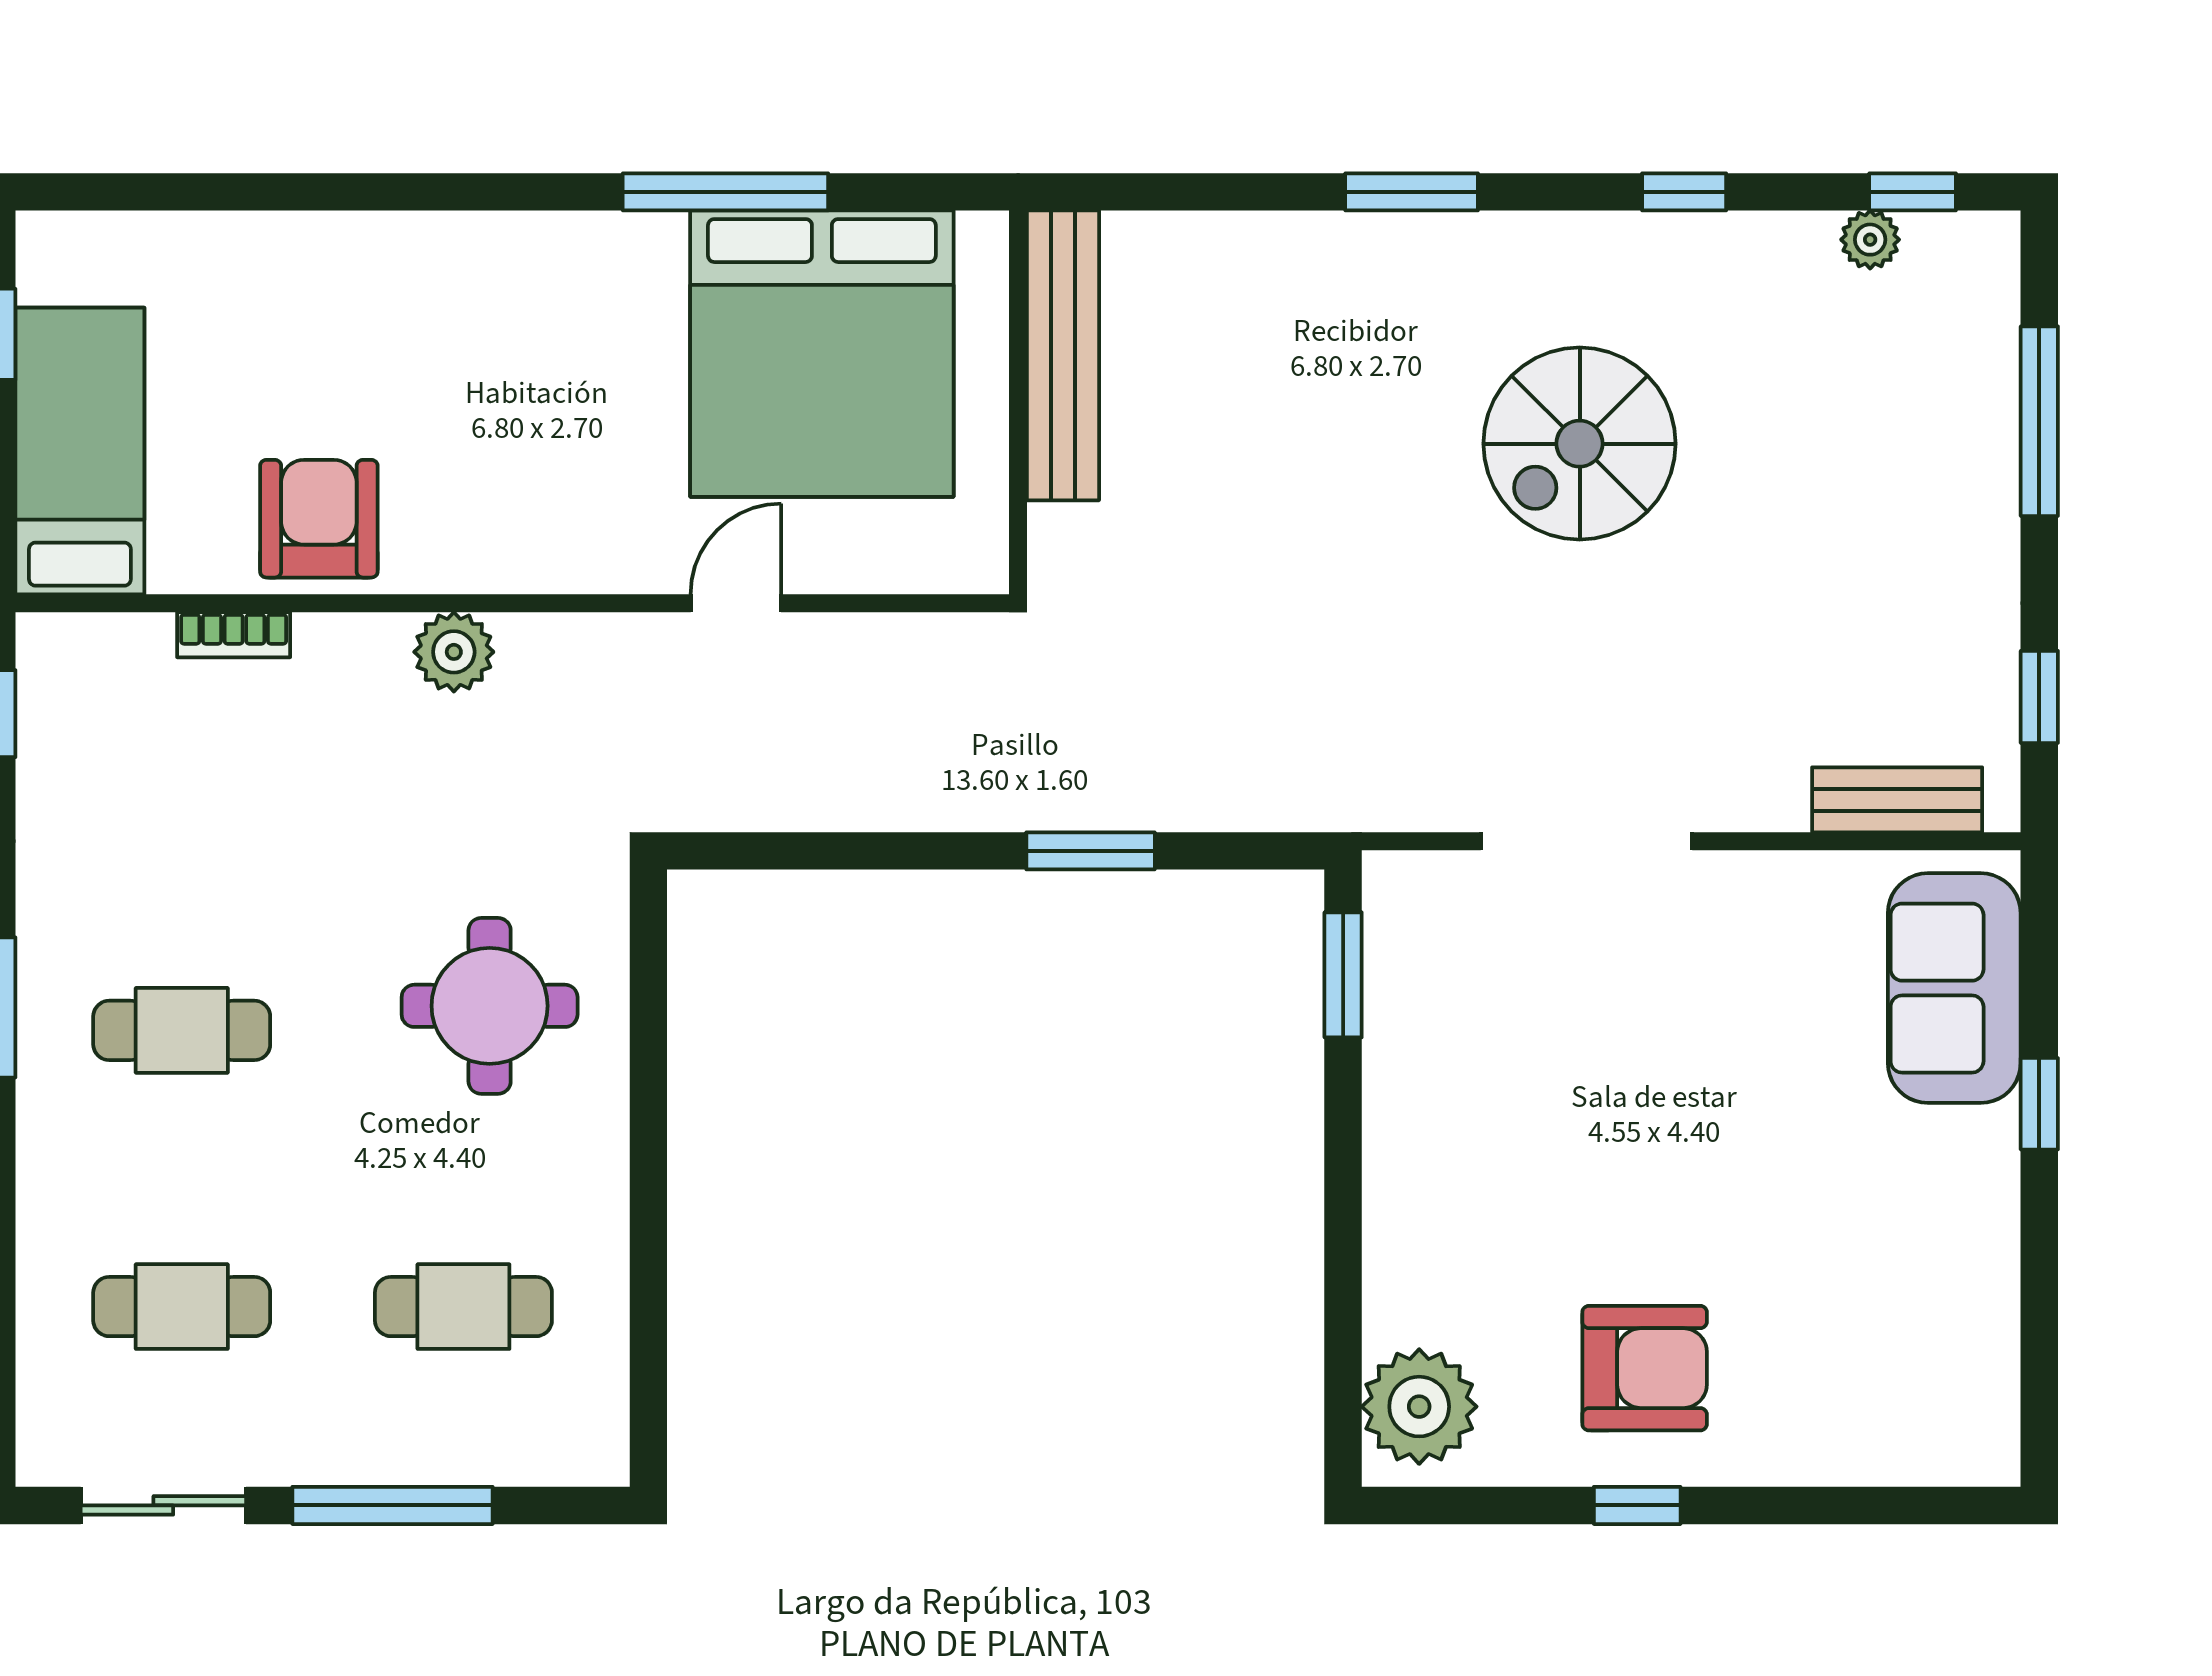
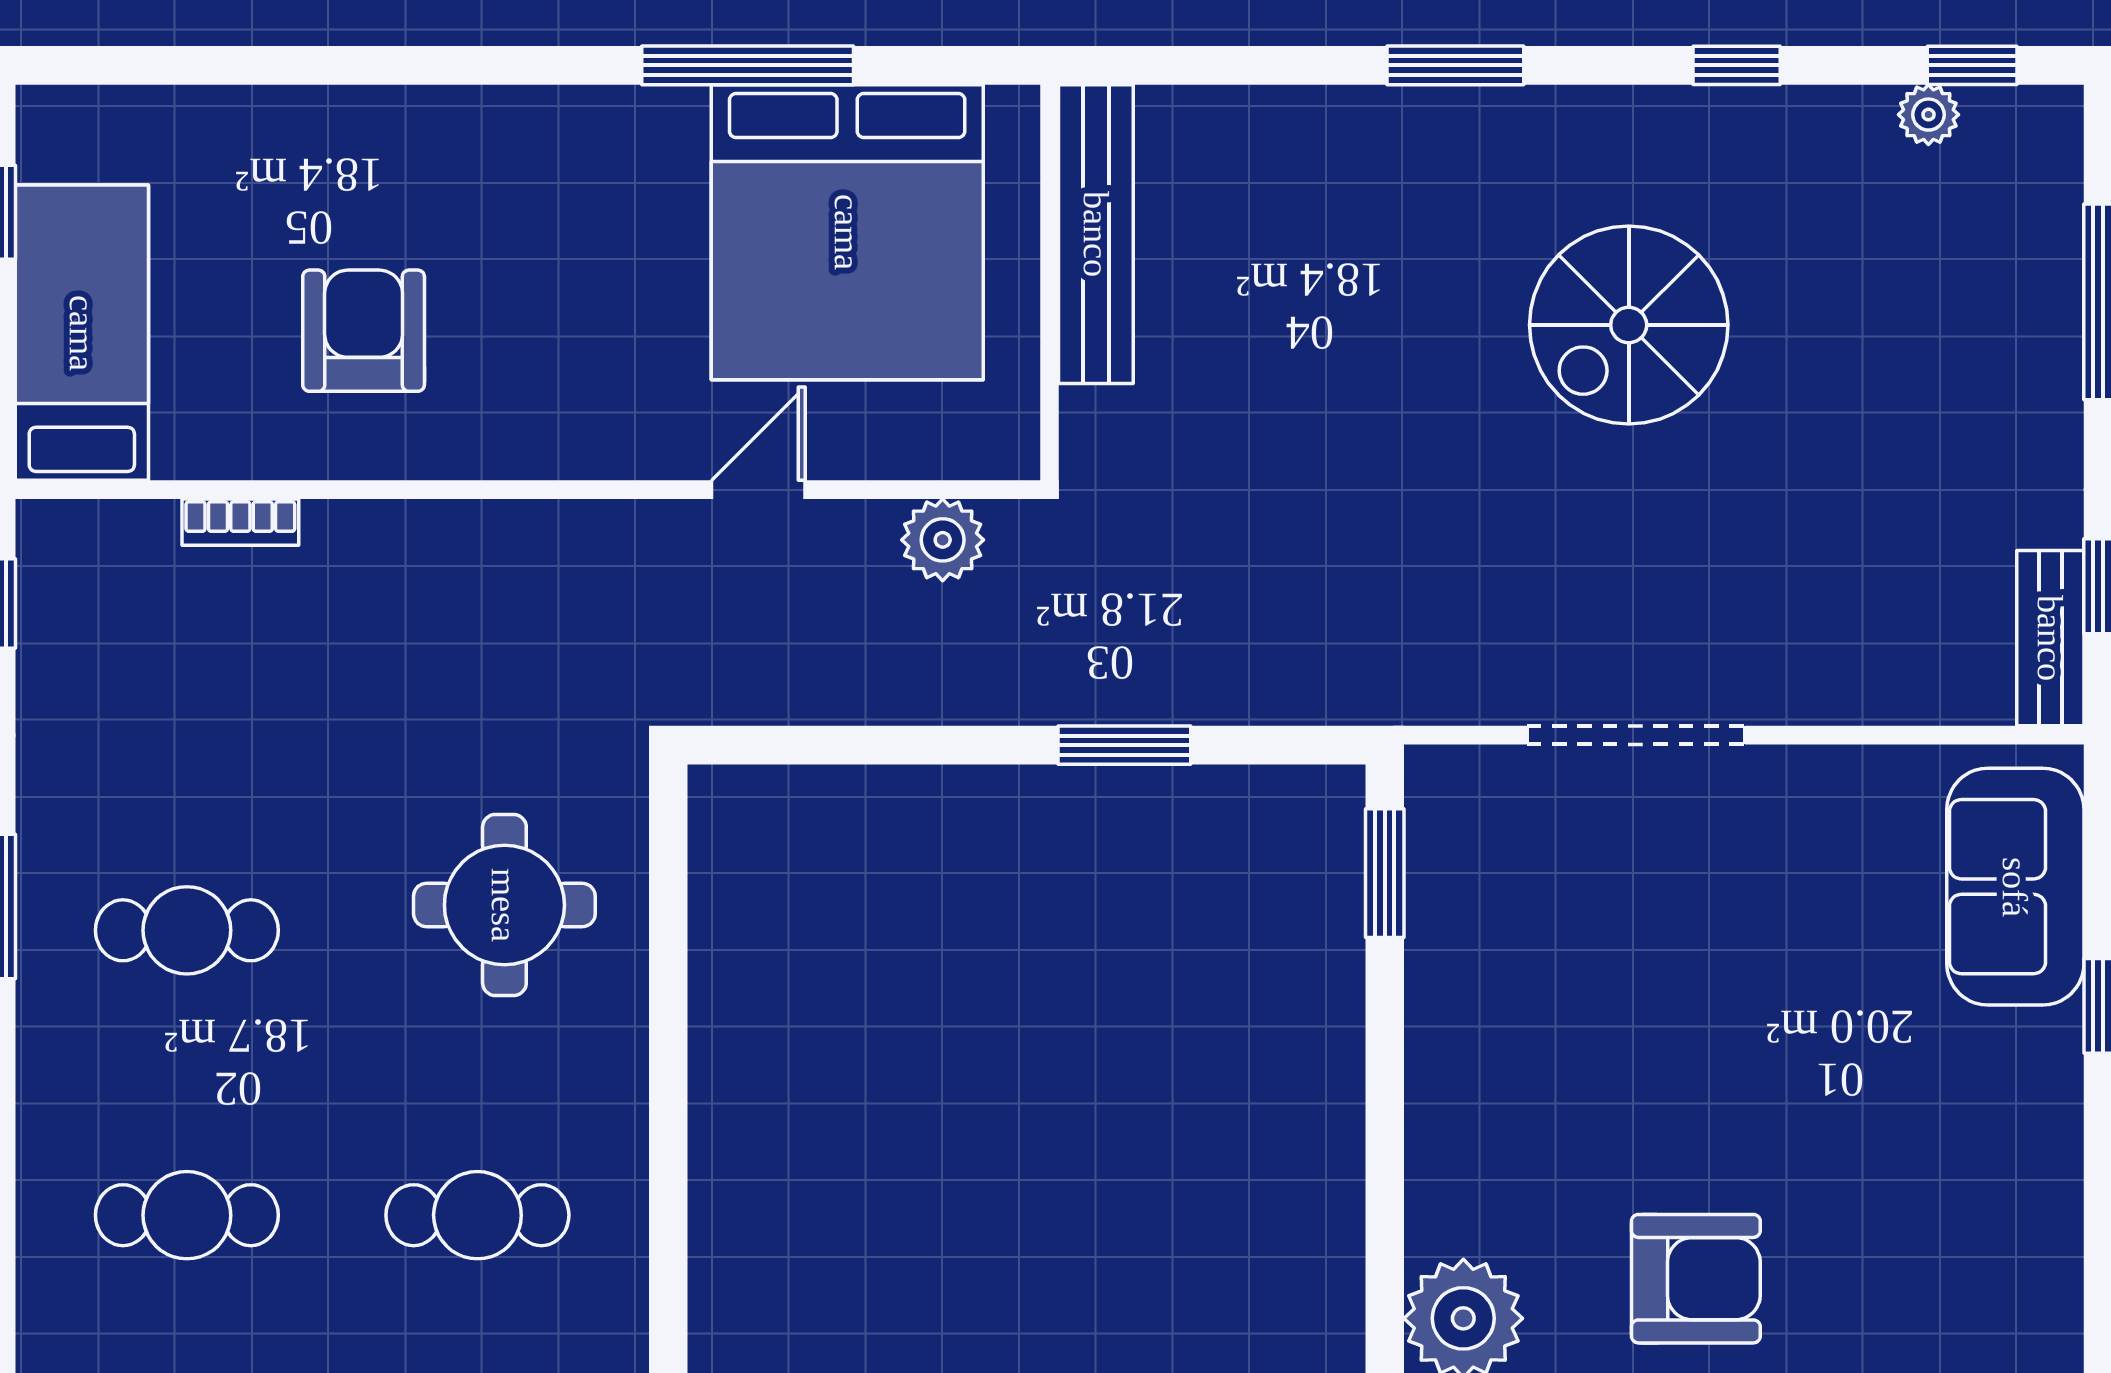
armchair: (319, 519) -> (364, 331), moved
plant: (454, 652) -> (943, 540), moved
bench: (1897, 800) -> (2050, 638), moved, turned 90

